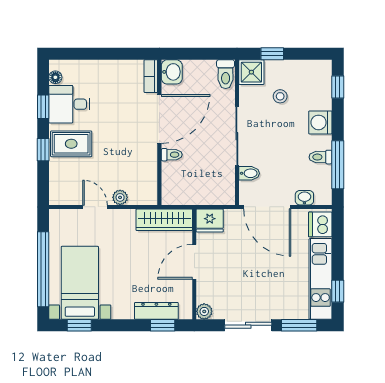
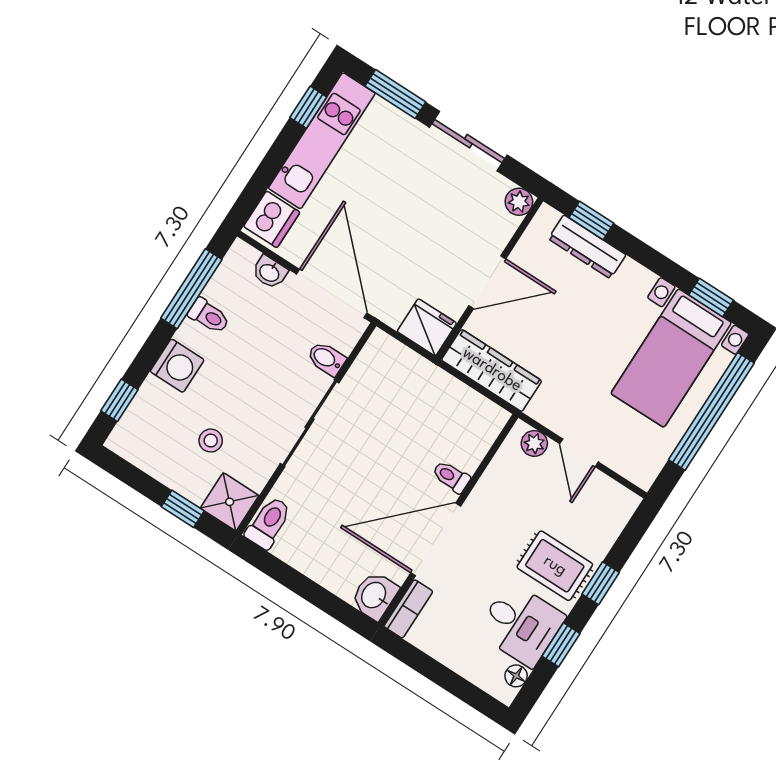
washbasin: (172, 72) -> (374, 596), moved
bookcase: (151, 76) -> (408, 609), moved
door: (159, 119) -> (436, 539), moved
wall: (159, 132) -> (448, 520), moved
toilet: (172, 155) -> (451, 477), moved

